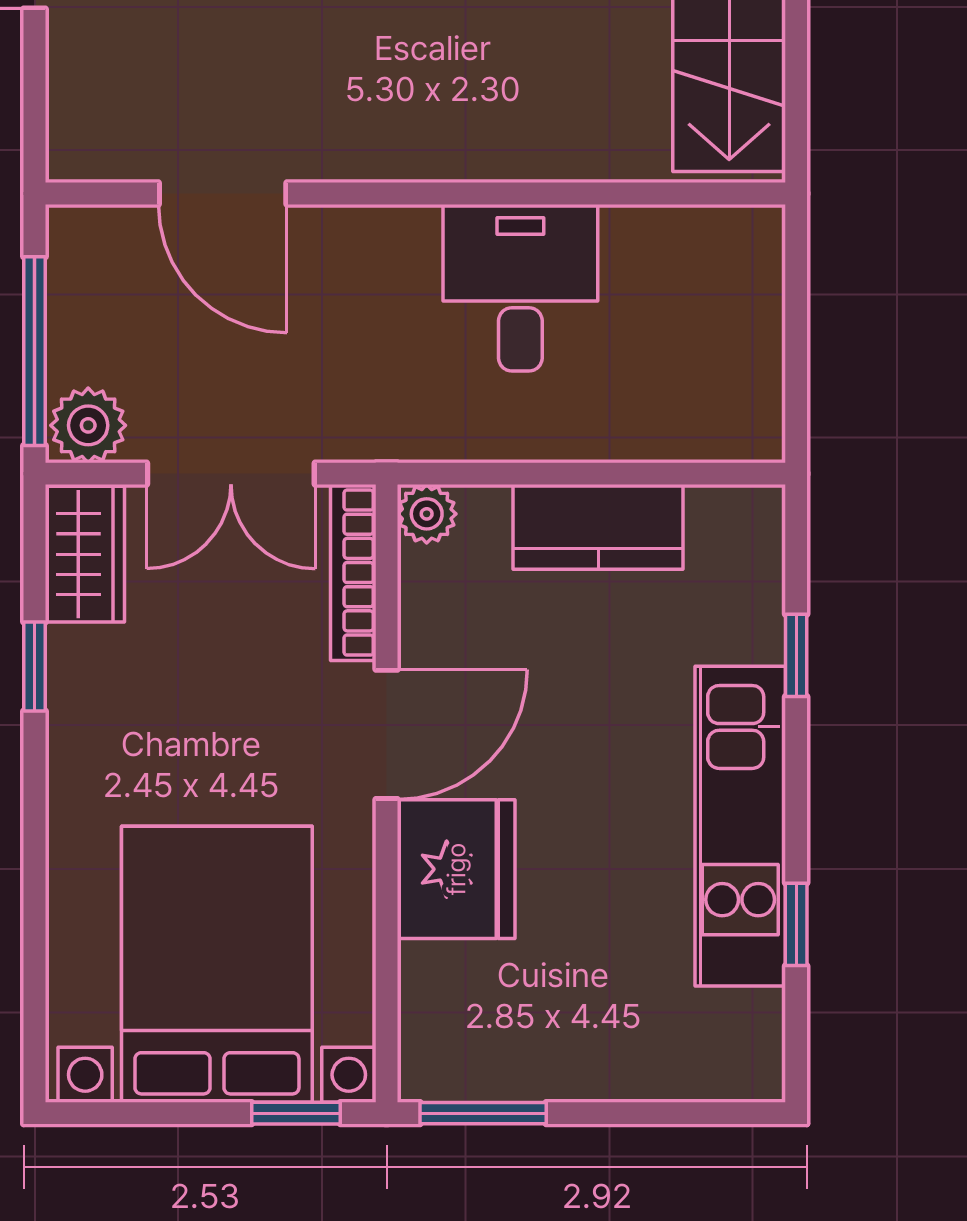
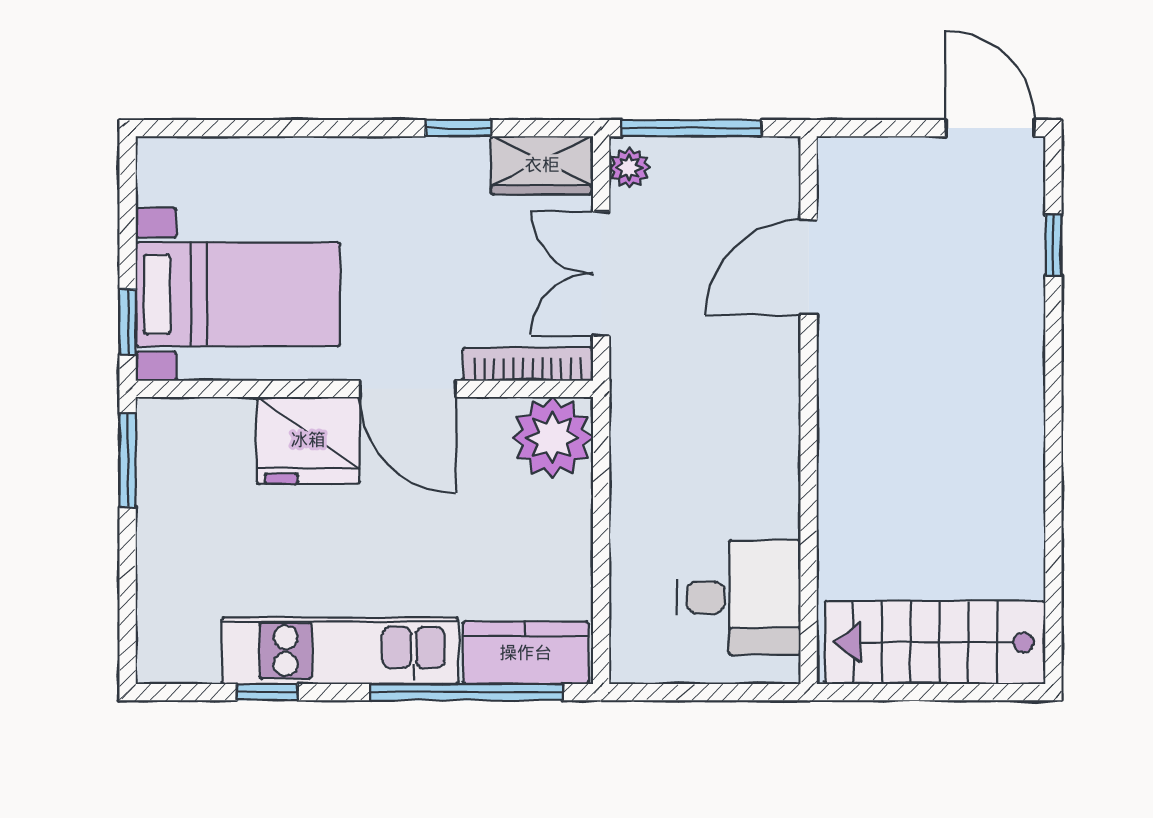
desk: (520, 288) -> (739, 597), moved
plant: (88, 425) -> (629, 168), width x0.73, depth x0.73
plant: (427, 514) -> (552, 438), width x1.87, depth x1.87
kitchen counter: (598, 527) -> (526, 653), moved, turned 90
window: (796, 655) -> (467, 692), width x3.17
bed with nightstands: (217, 964) -> (238, 294), width x0.73

